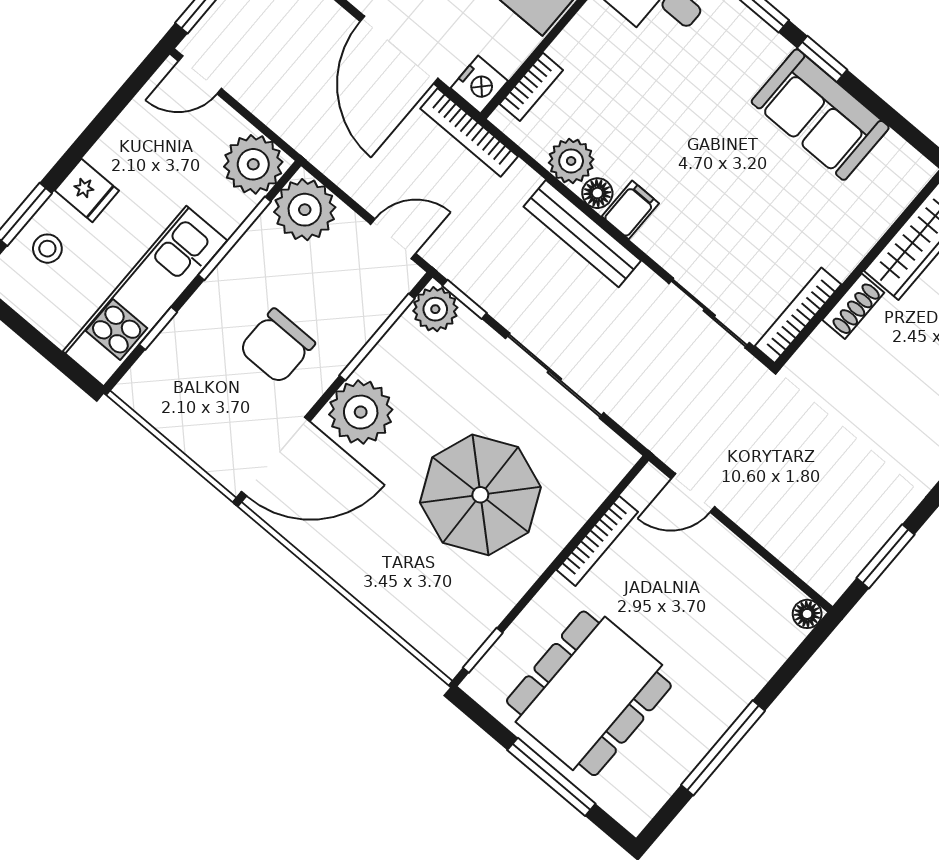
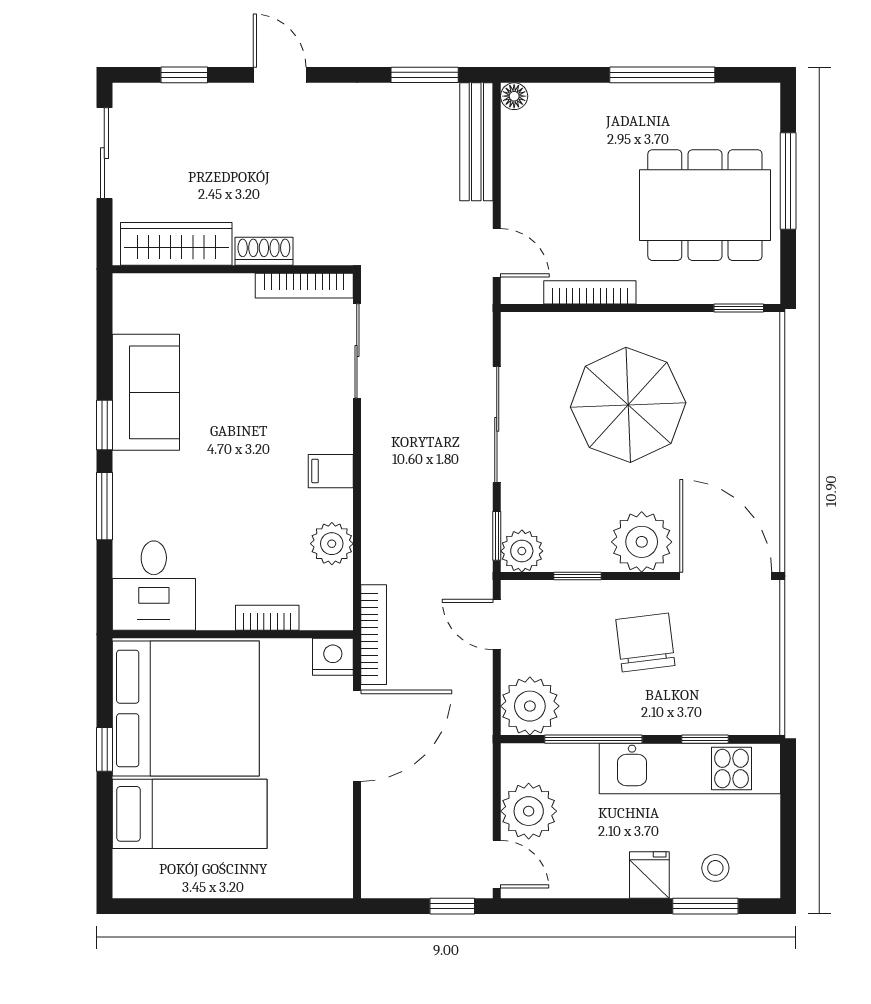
bookcase: (531, 87) -> (267, 618), moved
plant: (253, 164) -> (529, 811), moved
floor lamp: (597, 193) -> (339, 505), removed
bench: (582, 234) -> (476, 142), moved
window: (377, 337) -> (577, 576), width x0.46
chair: (277, 346) -> (645, 643), turned -97

